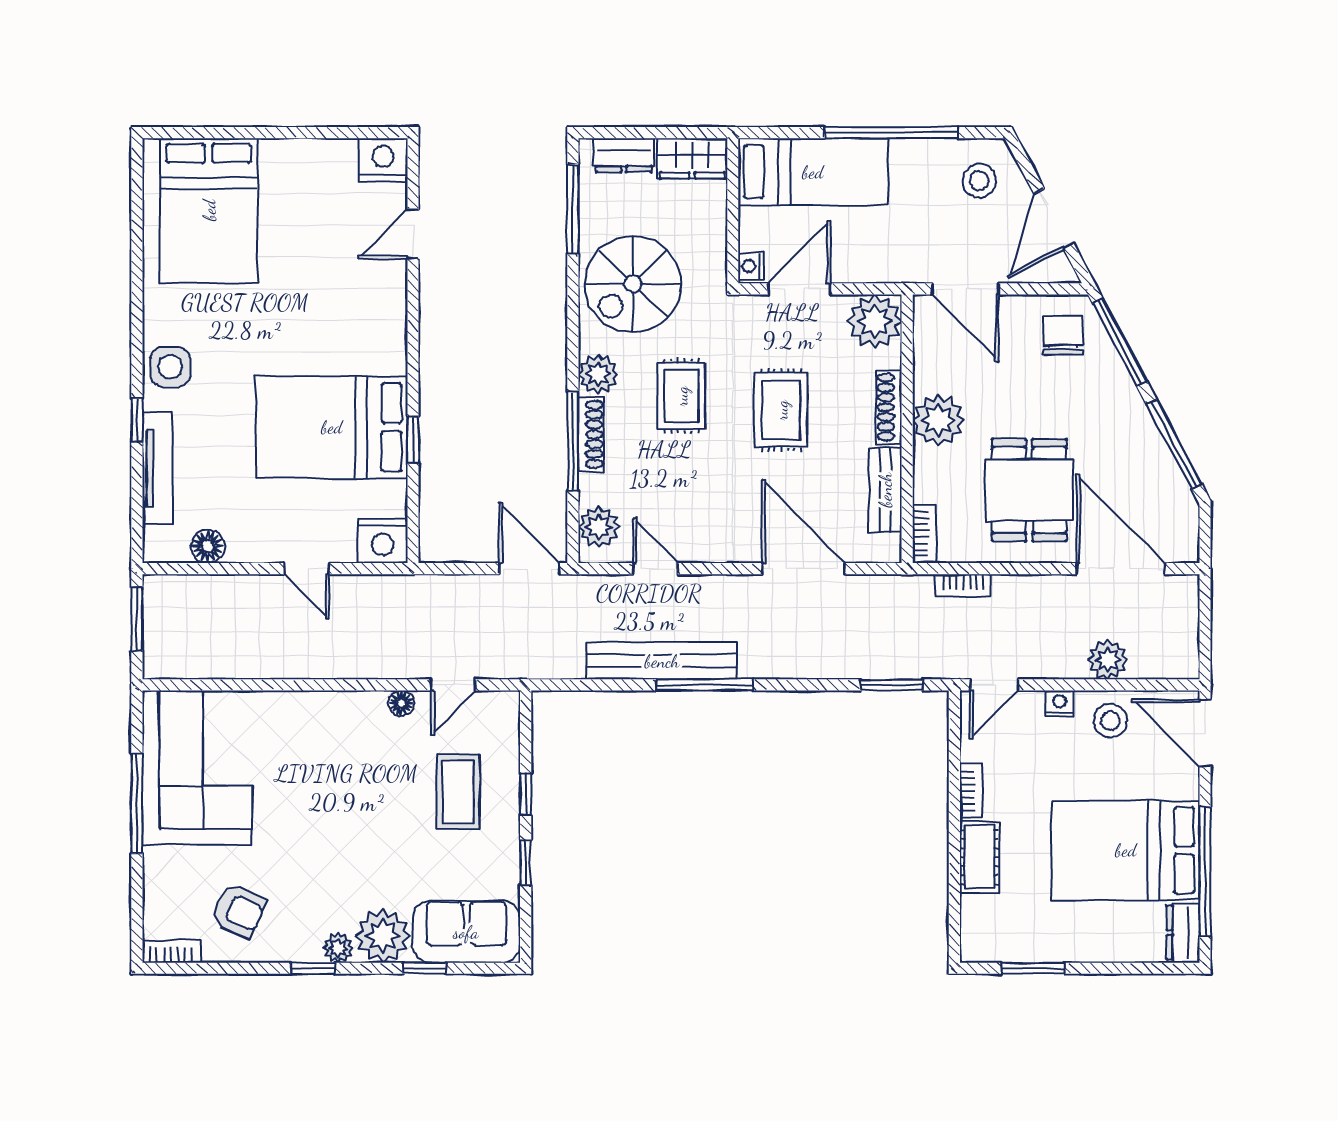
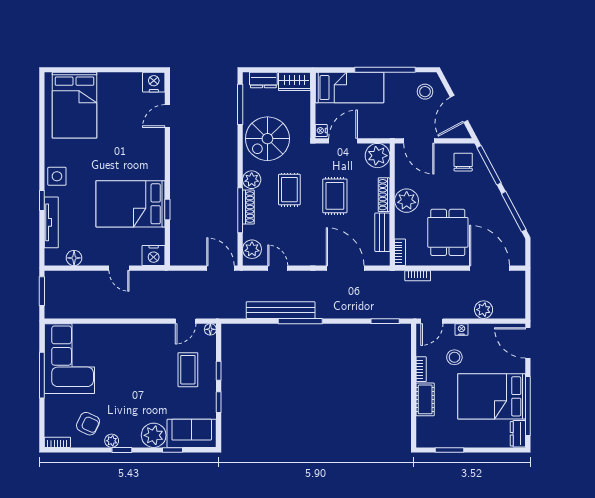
floor lamp: (401, 703) -> (210, 329), moved
stool: (1110, 721) -> (454, 357), moved
plant: (338, 948) -> (112, 441), moved

